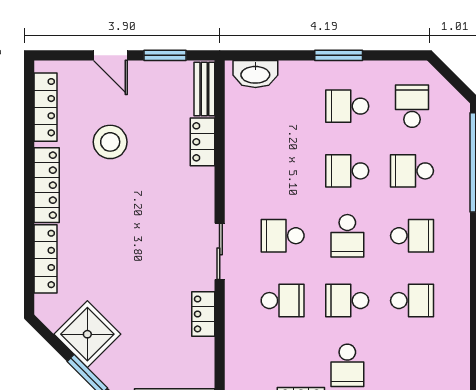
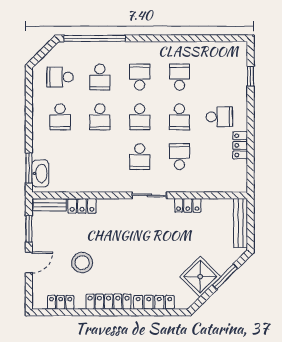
window: (339, 55) -> (29, 168), moved
locker: (46, 107) -> (61, 302), width x0.66
school desk: (347, 236) -> (140, 117), turned 90

